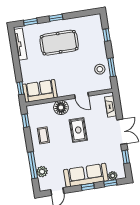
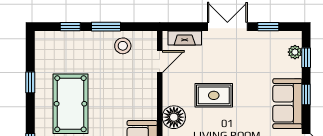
window: (56, 18) -> (30, 82), moved
window: (112, 67) -> (106, 27), moved
door: (82, 95) -> (160, 62), moved
sofa: (86, 175) -> (287, 104), width x0.73

